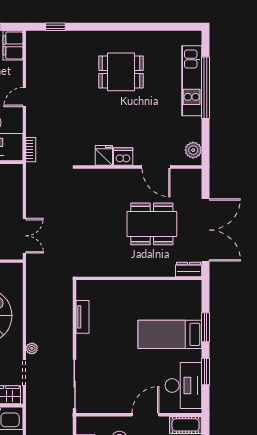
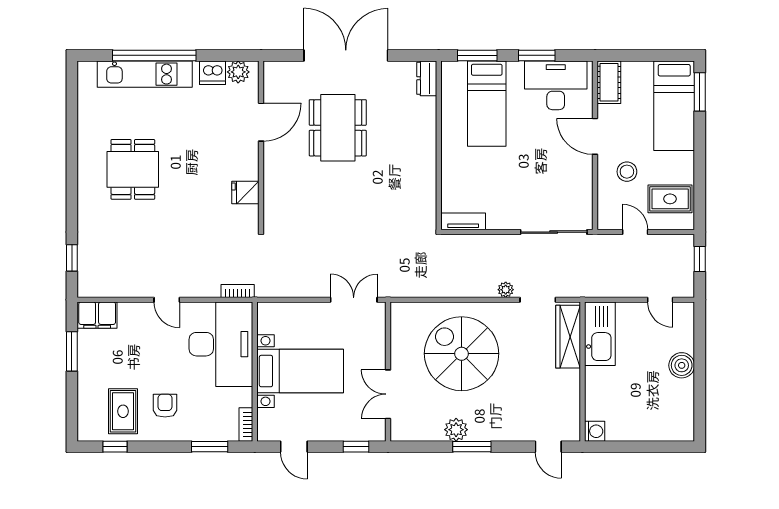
dishwasher: (123, 157) -> (213, 73), moved, turned -90
dresser: (189, 269) -> (427, 78), moved
wall: (139, 278) -> (439, 145), moved

